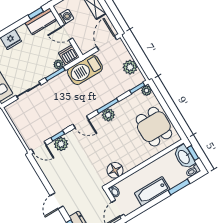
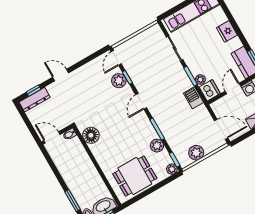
barbecue: (85, 70) -> (193, 98), width x0.53, depth x0.65
plant: (108, 115) -> (157, 146), moved
bathtub: (152, 191) -> (69, 173), removed

